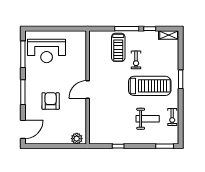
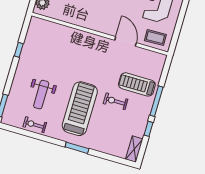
coffee table: (78, 44) -> (155, 38), added
treadmill: (150, 86) -> (80, 109), turned 180
door: (88, 90) -> (126, 41), moved

